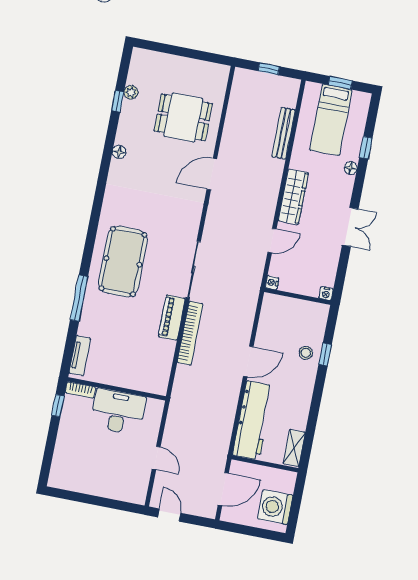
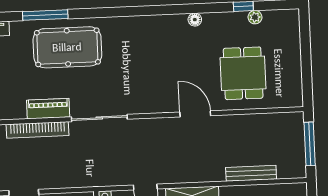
window: (269, 69) -> (310, 144), width x2.17
pool table: (123, 261) -> (67, 47), moved

